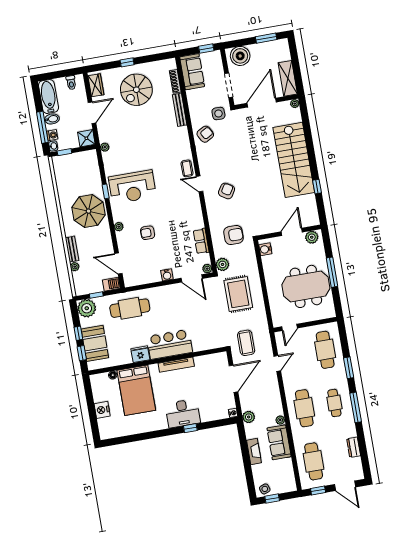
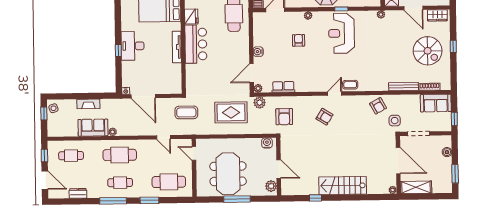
boiler: (240, 56) -> (447, 152), width x0.54, depth x0.54
spiral stairs: (136, 90) -> (428, 51), turned 180
stairs: (294, 160) -> (343, 186), width x0.73, depth x0.66
door: (233, 379) -> (143, 96), moved
plant: (249, 417) -> (120, 104), removed
cafe table: (314, 461) -> (71, 156), width x0.73, depth x0.74
door: (345, 486) -> (45, 180), swing flipped

